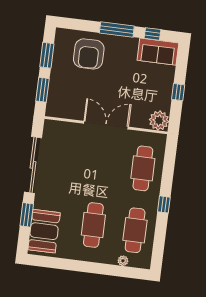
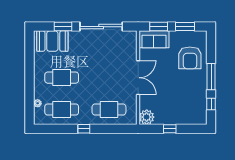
sofa: (158, 52) -> (154, 39), moved, turned -90
armchair: (89, 54) -> (190, 58), turned -90

